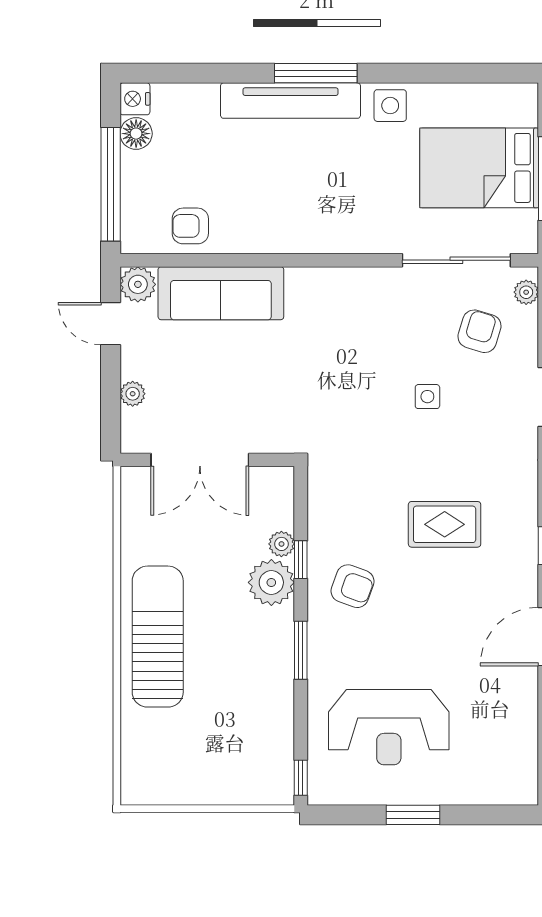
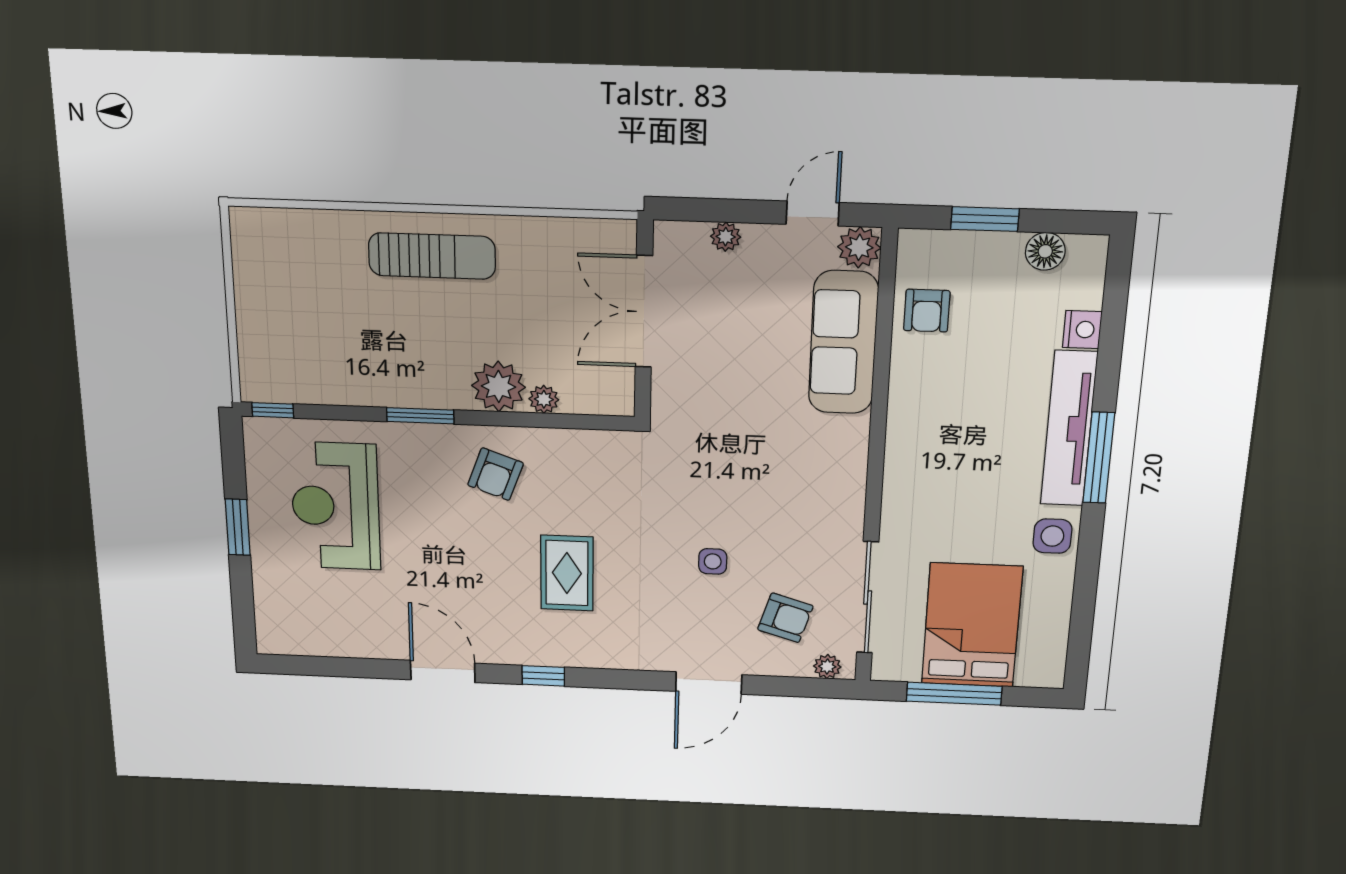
nightstand: (135, 99) -> (1082, 329), moved, turned 90
window: (111, 184) -> (985, 219), width x0.47
armchair: (190, 226) -> (927, 311), turned 180
window: (301, 560) -> (526, 420), removed
sun lounger: (158, 637) -> (432, 256), width x0.73, depth x0.75

